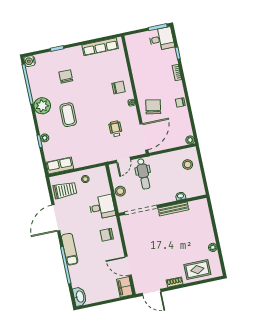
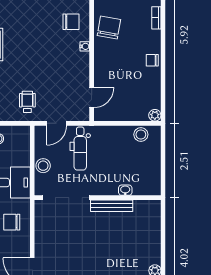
chair: (153, 107) -> (109, 28), moved
wheelchair: (116, 129) -> (27, 102), moved
door: (144, 137) -> (92, 97), width x0.53
stool: (188, 165) -> (141, 134), moved

